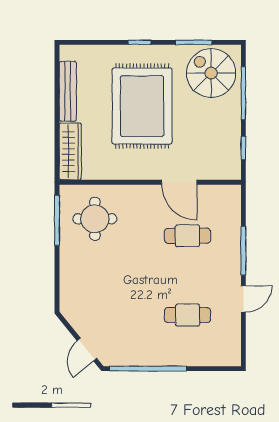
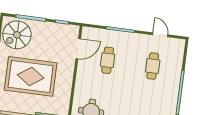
door: (179, 182) -> (78, 49), moved
door: (243, 299) -> (160, 35), moved

